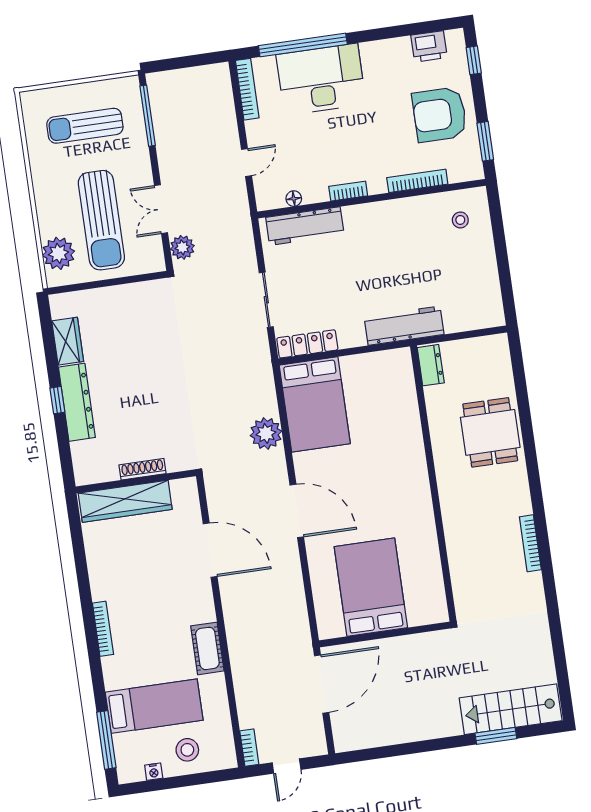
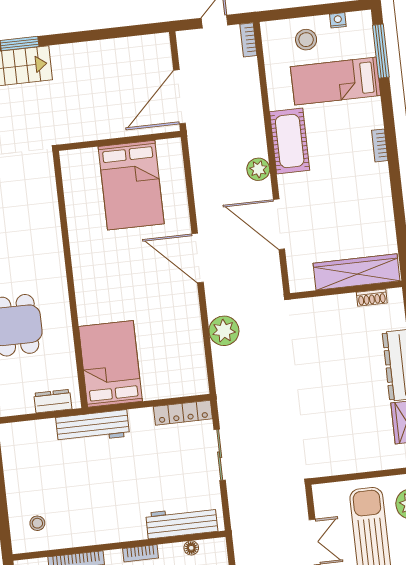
plant: (182, 247) -> (258, 169), moved
dresser: (431, 365) -> (53, 401), moved, turned 90
bed: (315, 404) -> (110, 364), moved
shoe rack: (143, 469) -> (372, 298), moved, width x0.70
bookcase: (103, 629) -> (380, 145), width x0.64
cot: (207, 648) -> (290, 141), width x1.37, depth x1.34

